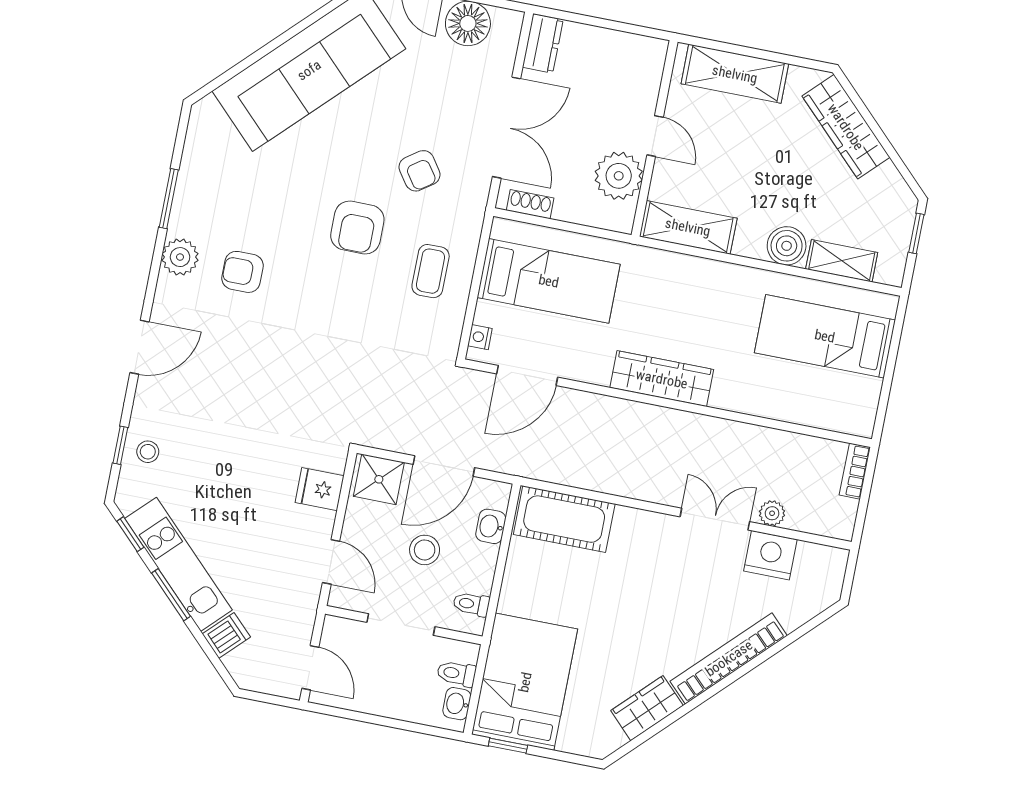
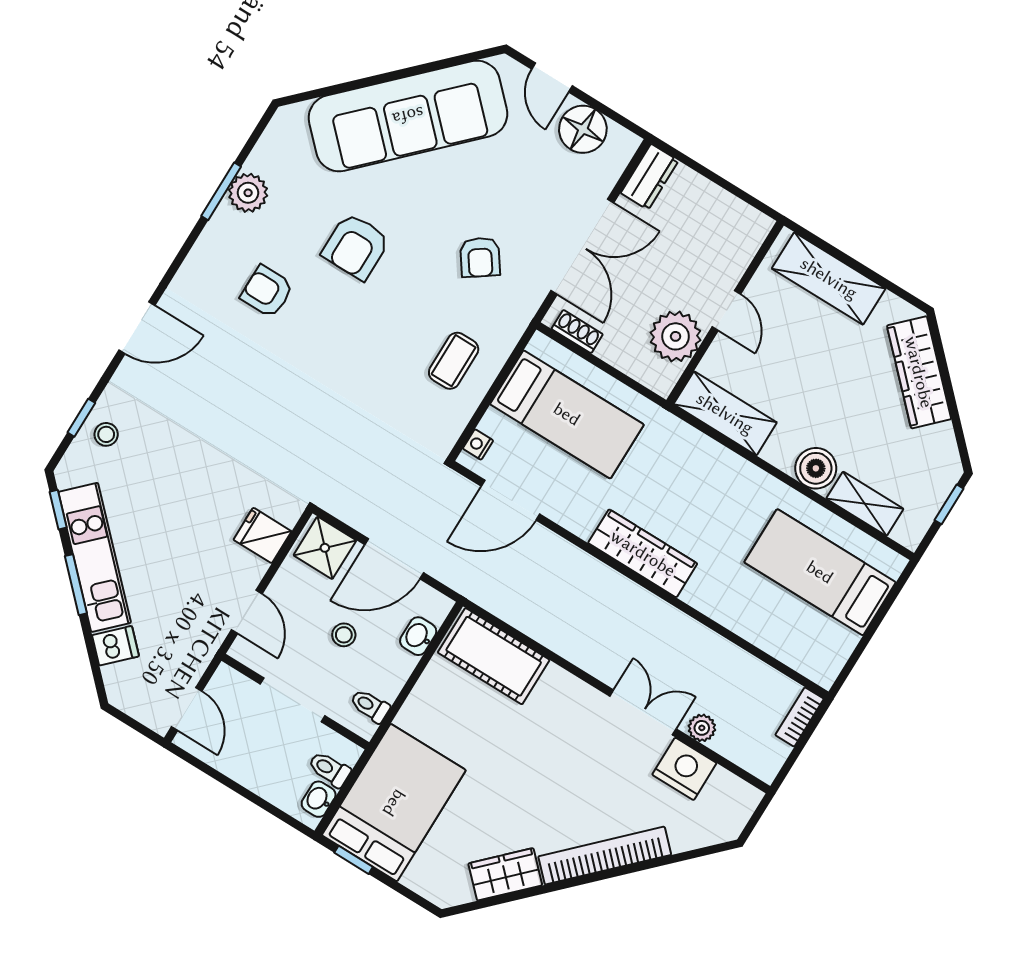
armchair: (357, 228) -> (356, 246), moved
plant: (180, 257) -> (248, 193), moved
stool: (425, 550) -> (344, 635), width x0.73, depth x0.73

